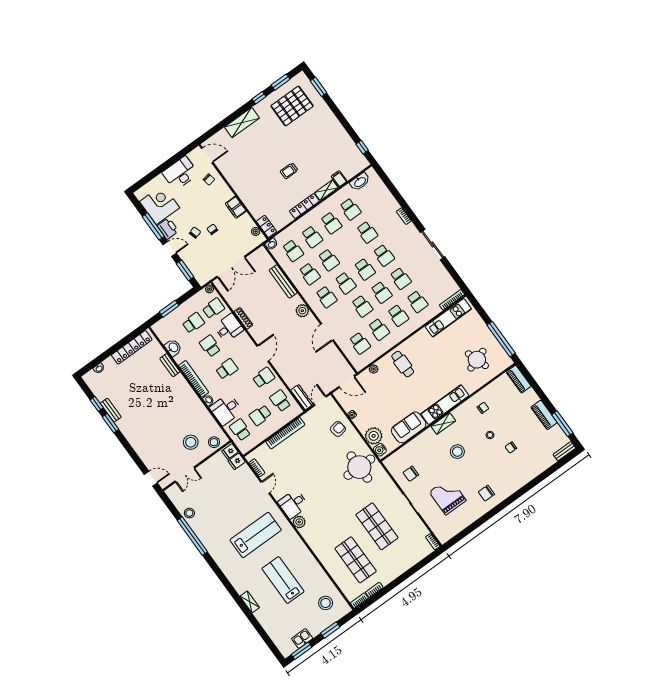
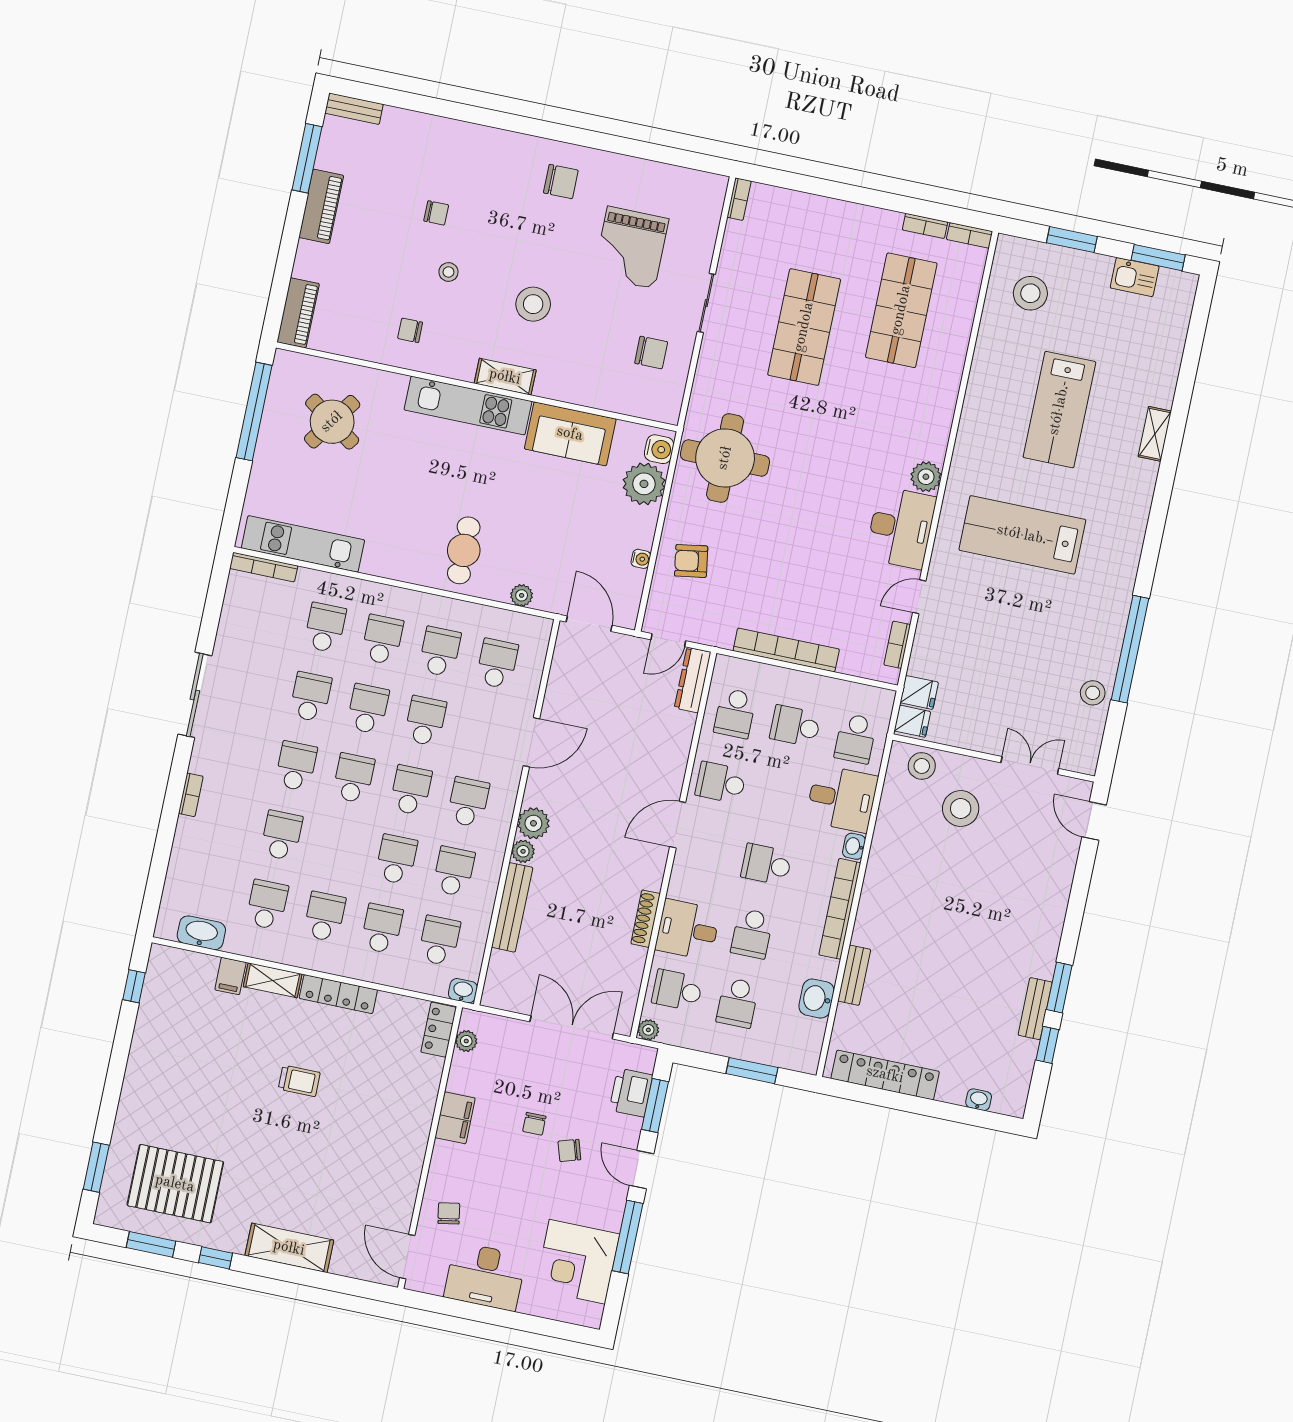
printer: (168, 229) -> (631, 1093), moved
plant: (297, 300) -> (523, 851), added
school desk: (193, 323) -> (737, 1003), turned -90
round table: (477, 360) -> (332, 422), turned -36
school desk: (260, 415) -> (795, 726), turned 180
desk: (293, 504) -> (901, 528), width x1.37

